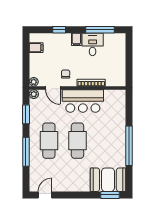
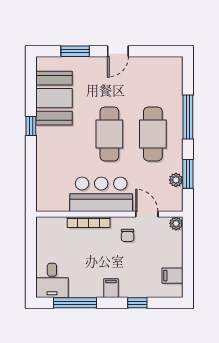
desk: (93, 44) -> (52, 280), moved
plant: (34, 94) -> (176, 180), moved
window: (129, 146) -> (31, 126), width x0.32
booth: (108, 180) -> (54, 98), moved, turned 90
door: (45, 195) -> (118, 51), moved
window: (110, 195) -> (75, 51), moved

